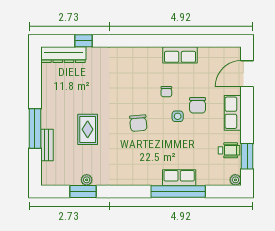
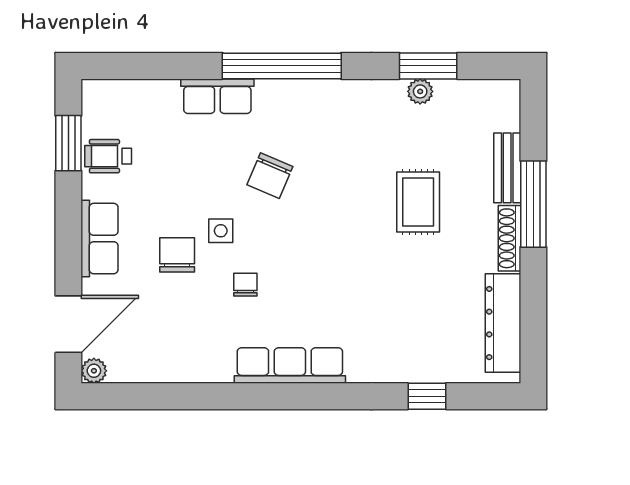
dresser: (63, 55) -> (503, 323), moved, turned -90
row of seats: (180, 55) -> (290, 366), moved, width x1.48
shoe rack: (46, 113) -> (509, 238), added
chair: (138, 123) -> (270, 176), moved, turned -152
plant: (235, 180) -> (94, 371), moved
window: (178, 191) -> (282, 66), moved

